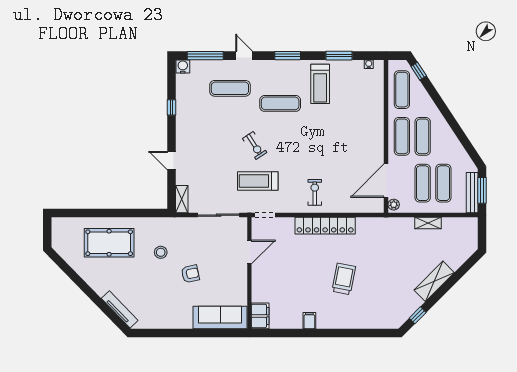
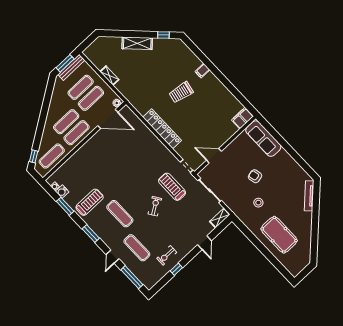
water cooler: (183, 66) -> (62, 192), moved
treadmill: (258, 181) -> (172, 187), turned 180
exercise bike: (315, 192) -> (167, 255), moved
filing cabinet: (309, 321) -> (202, 71), moved

